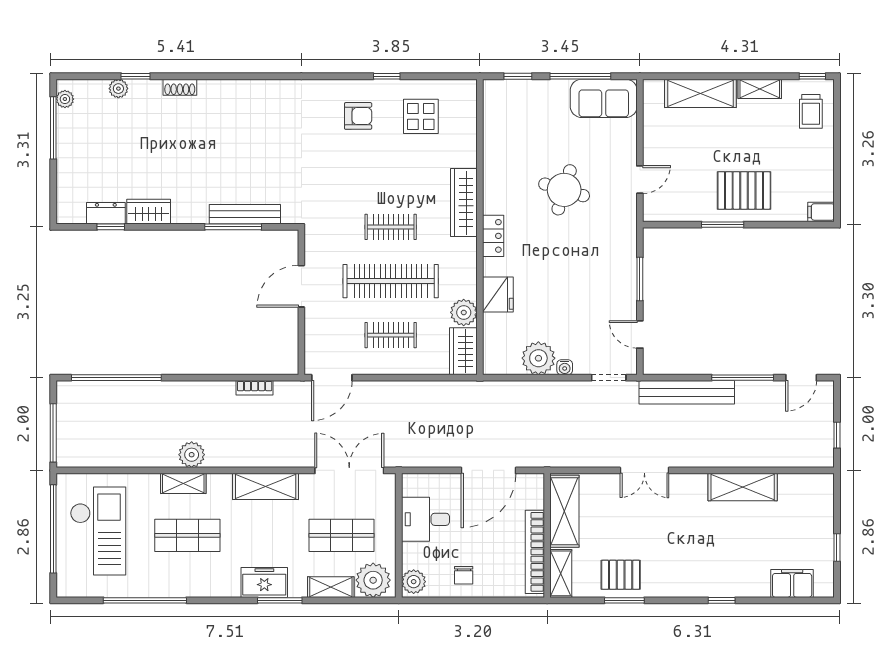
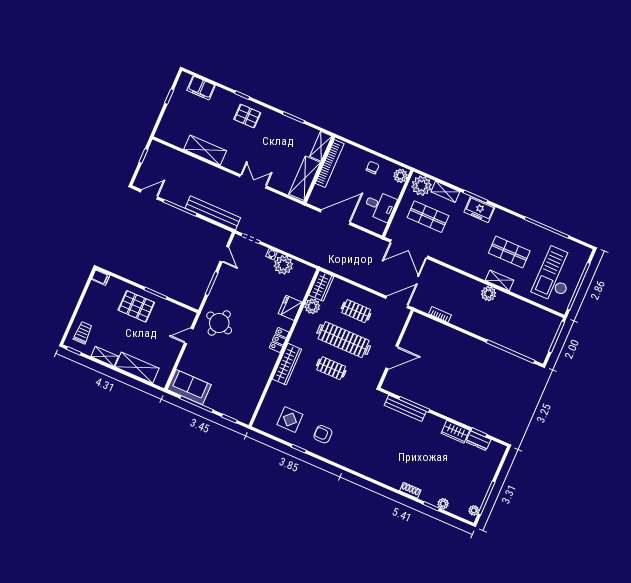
round table: (564, 190) -> (219, 323), moved
shelving: (266, 486) -> (457, 260), removed
pallet: (621, 575) -> (247, 116), moved

